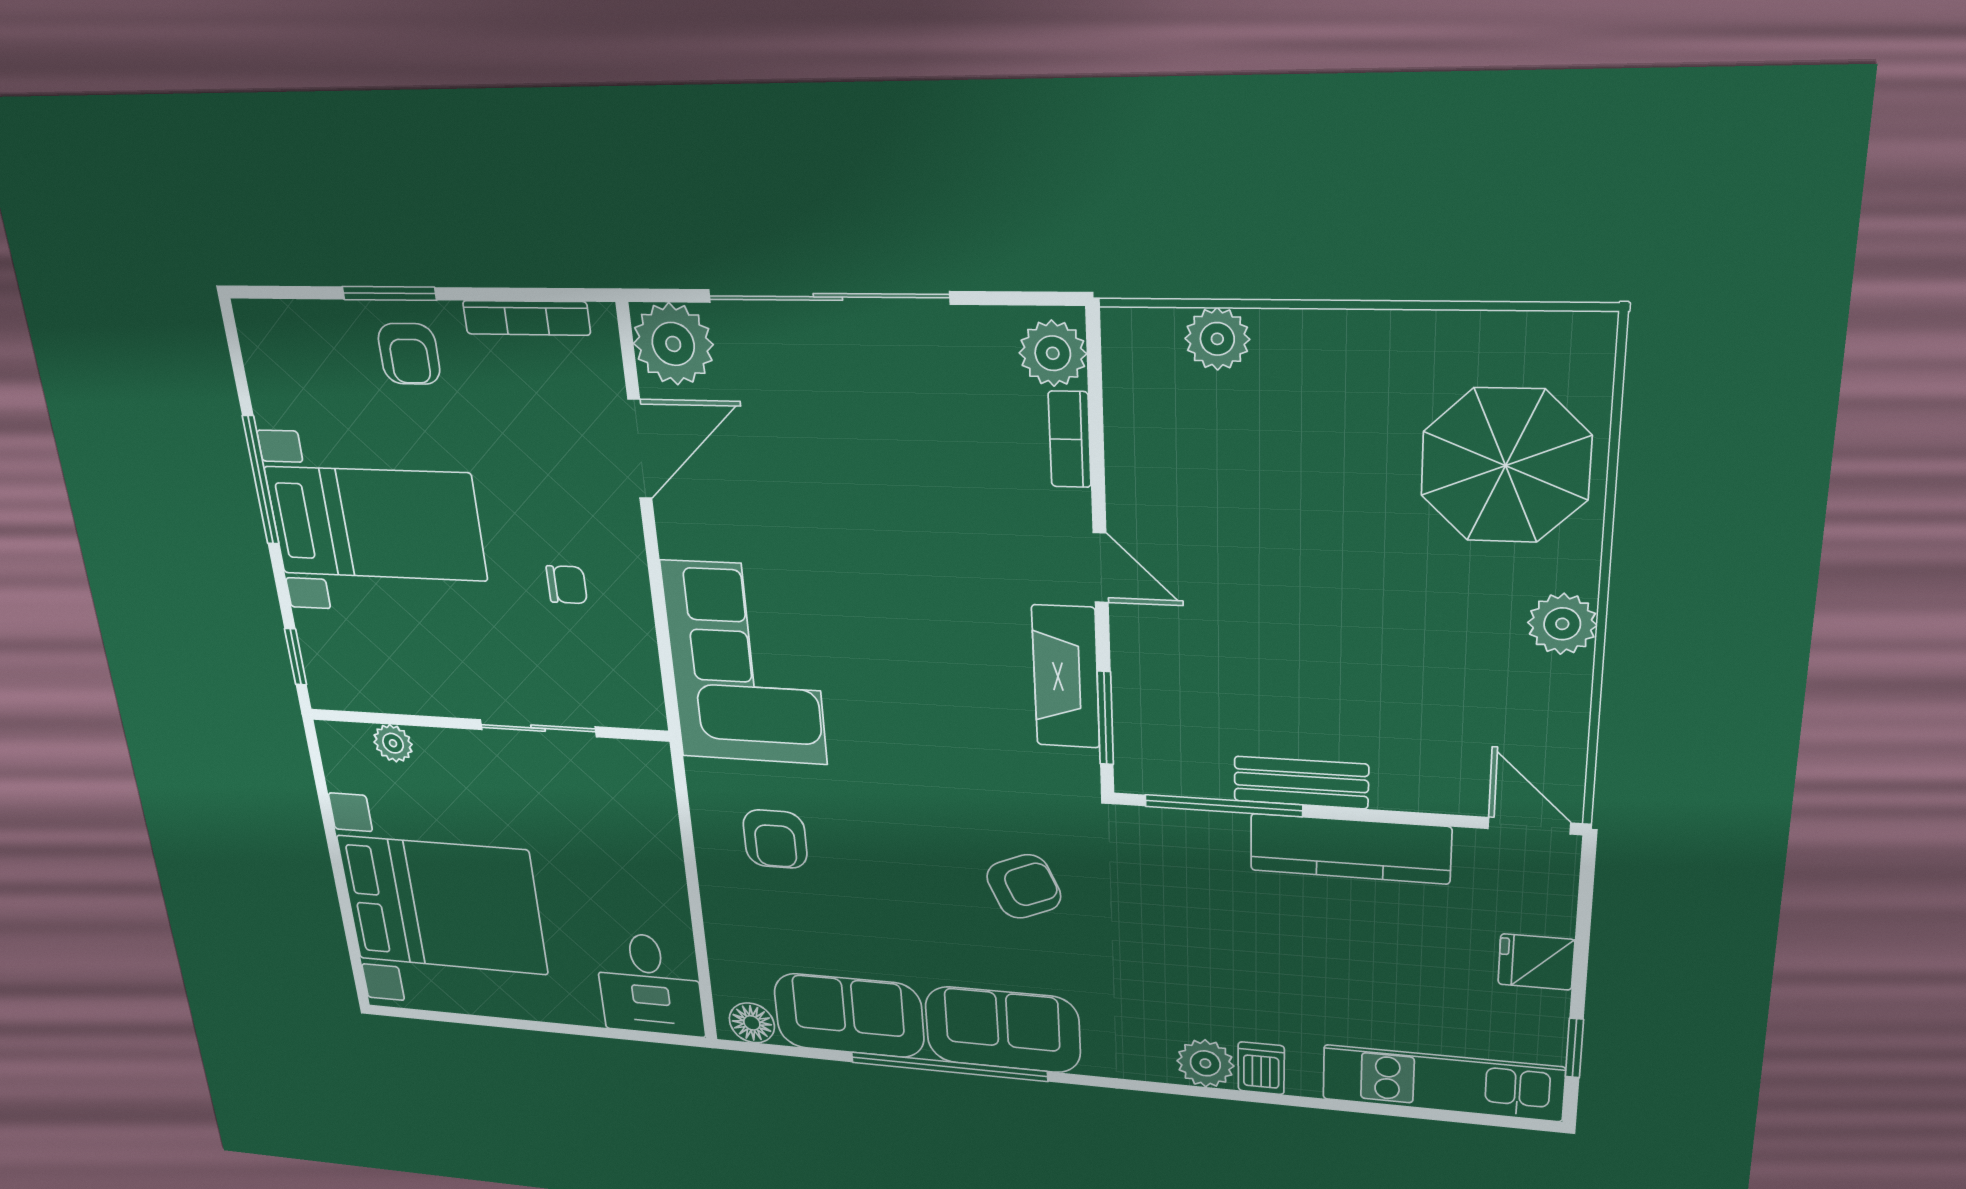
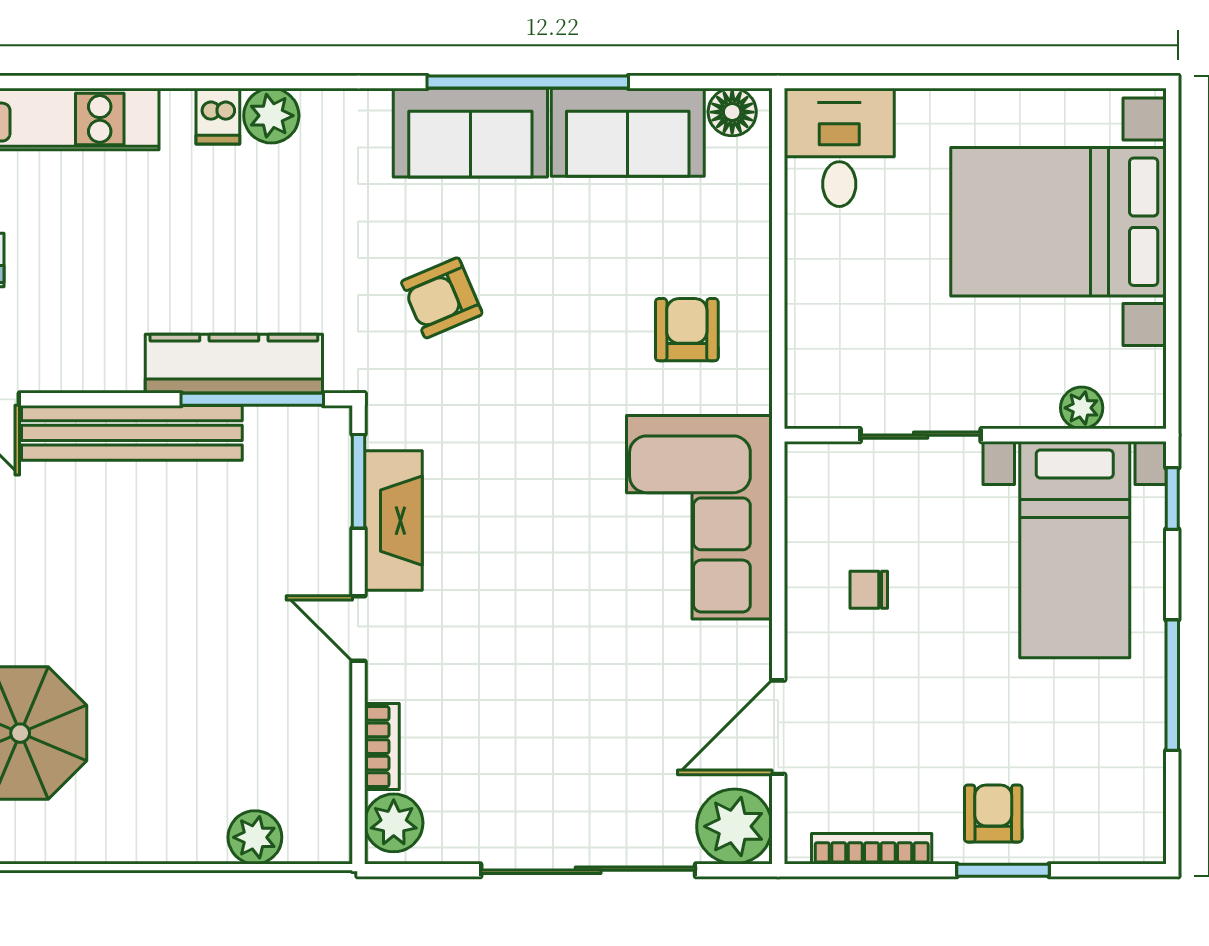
bed with nightstands: (376, 524) -> (1075, 550), moved, turned -90
bench: (1301, 782) -> (132, 433), width x1.86, depth x1.21
kitchen counter: (1350, 849) -> (234, 364), moved

